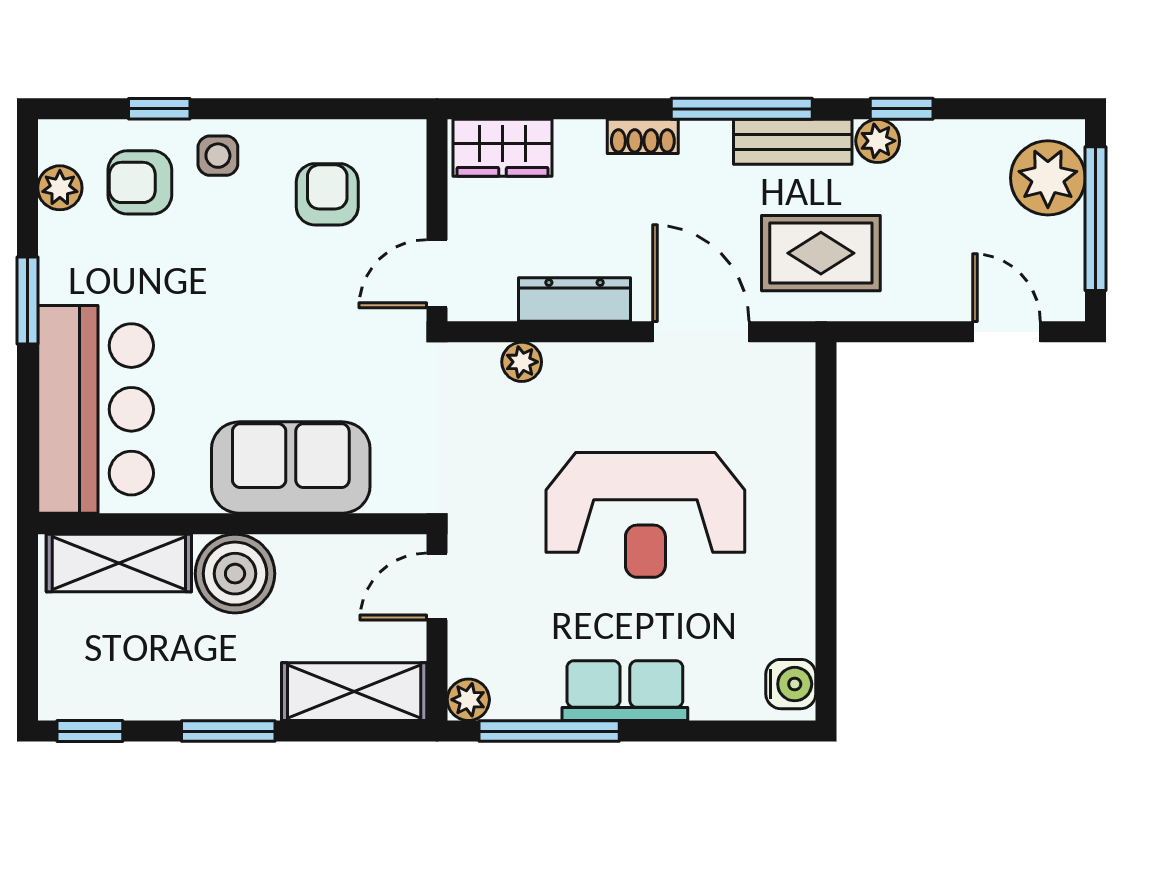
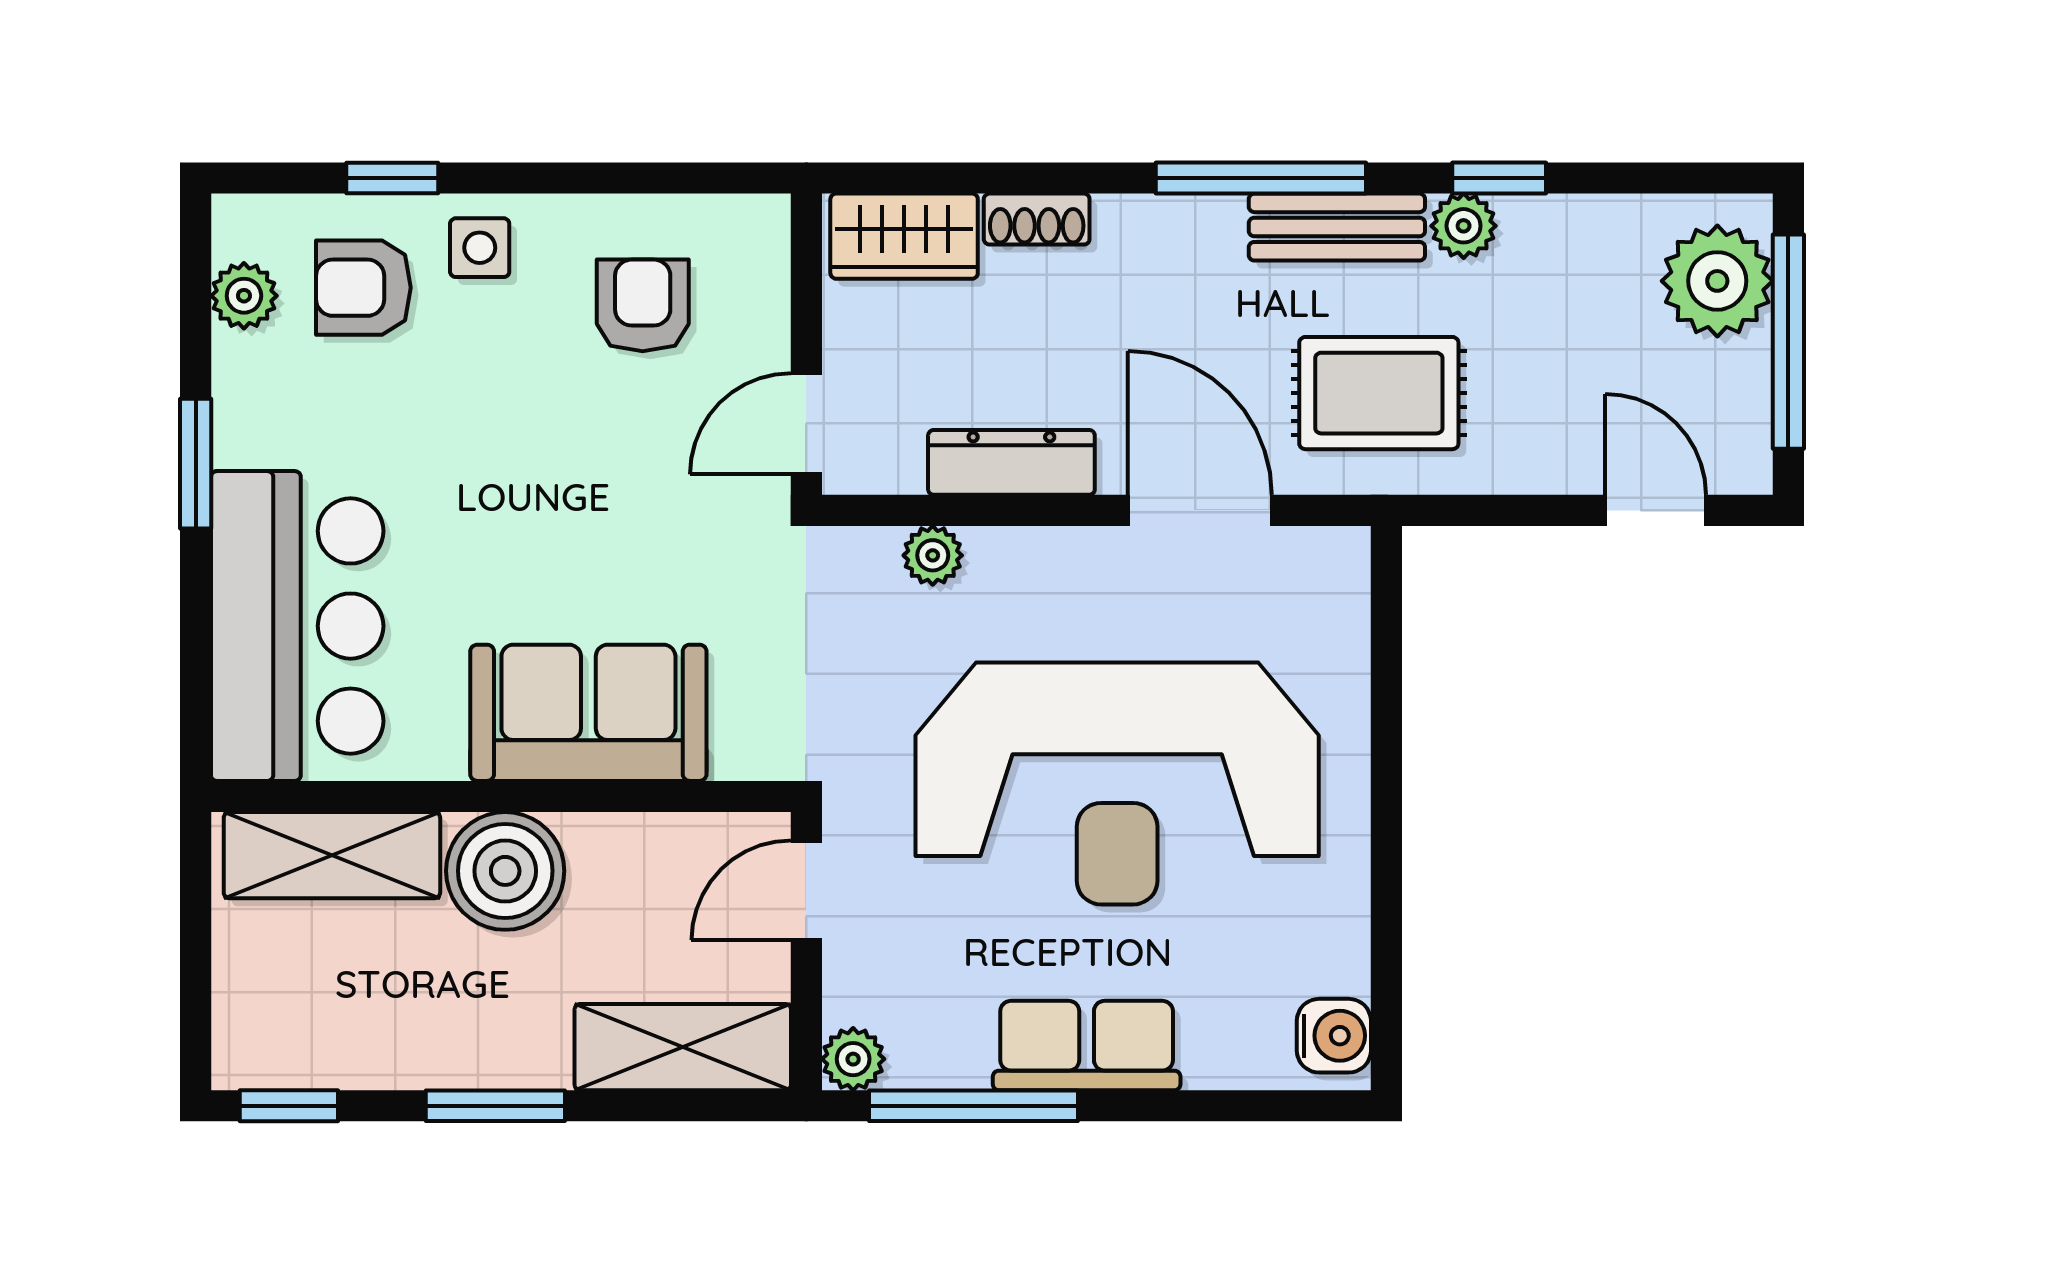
shoe rack: (643, 136) -> (1037, 219), moved
reception desk: (645, 515) -> (1117, 783), width x1.36, depth x1.30

